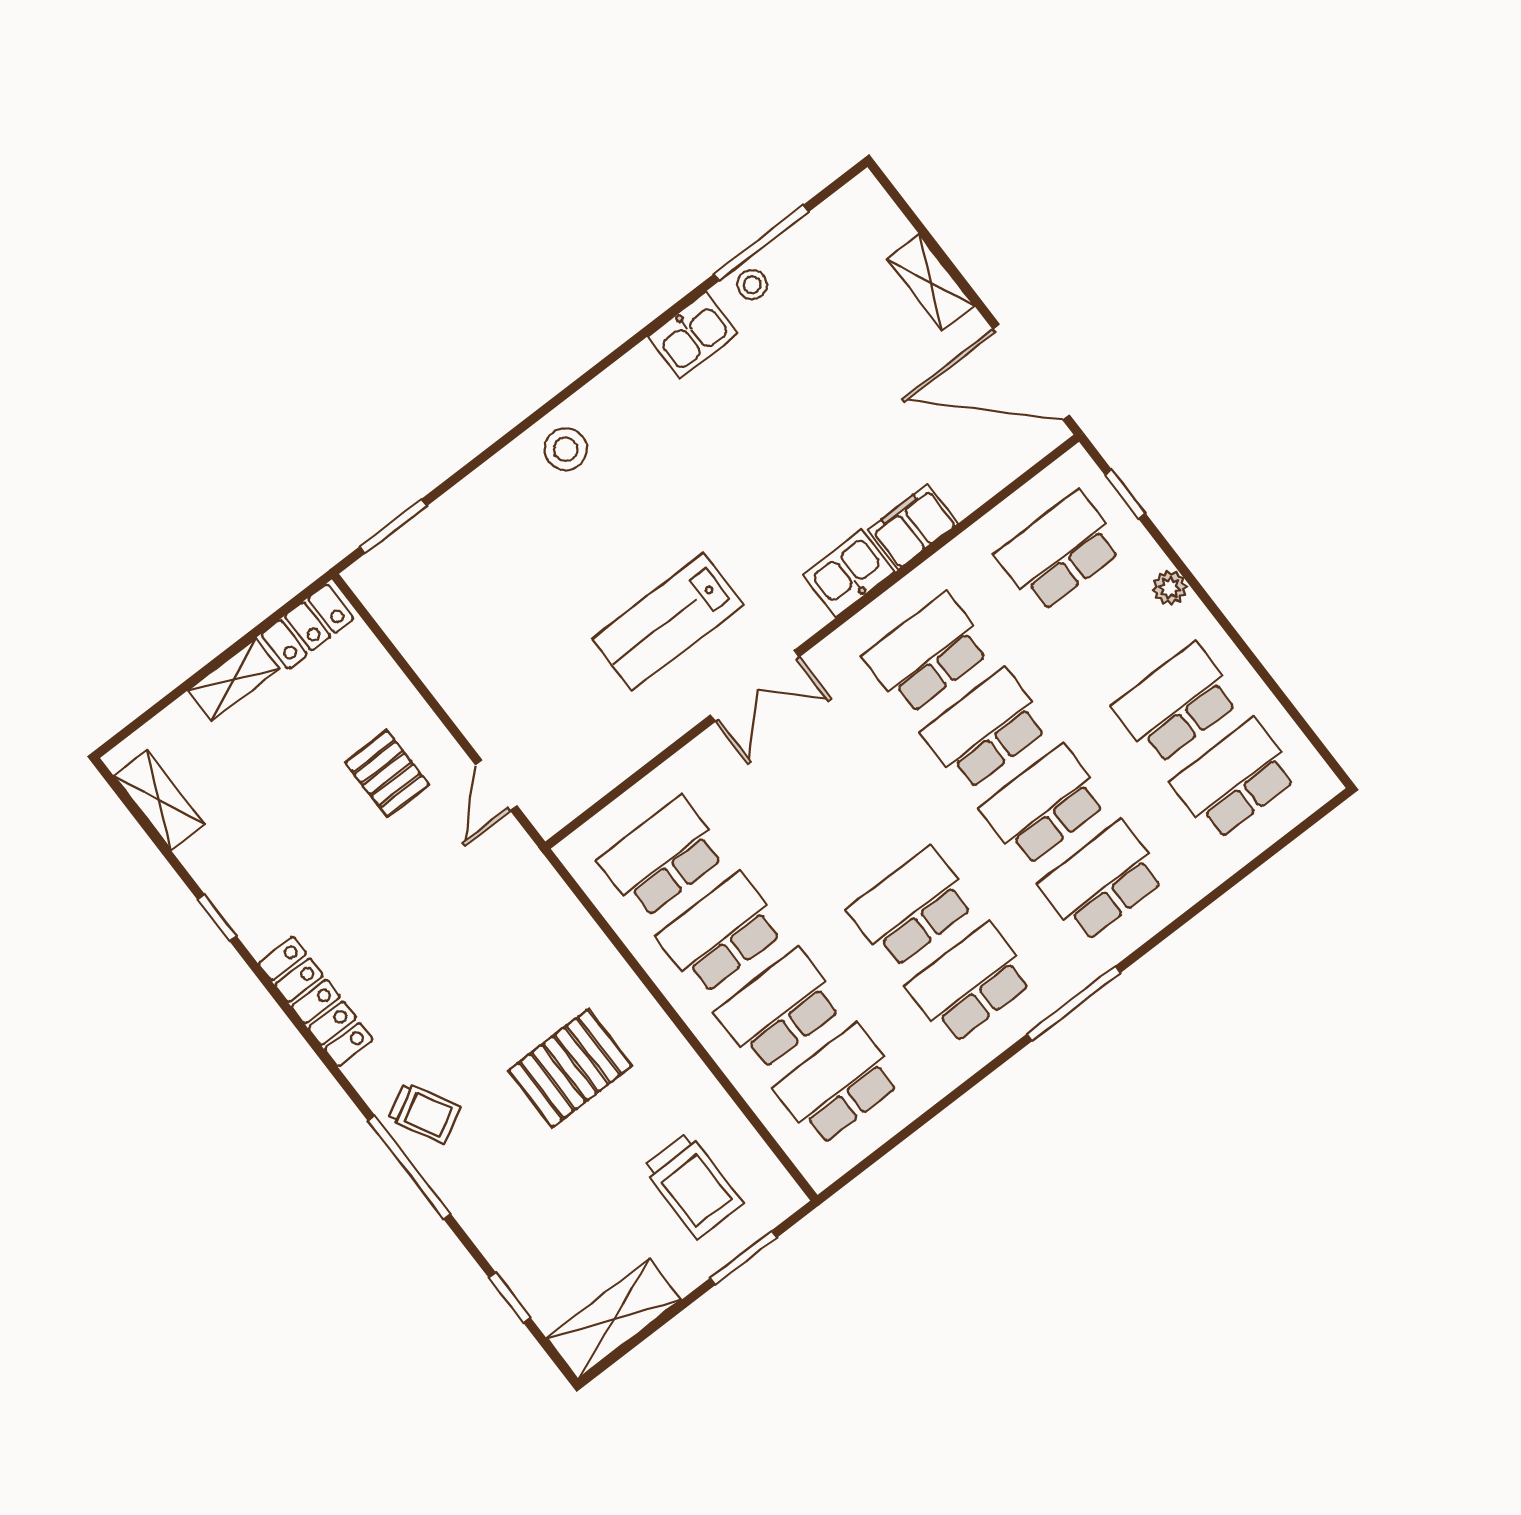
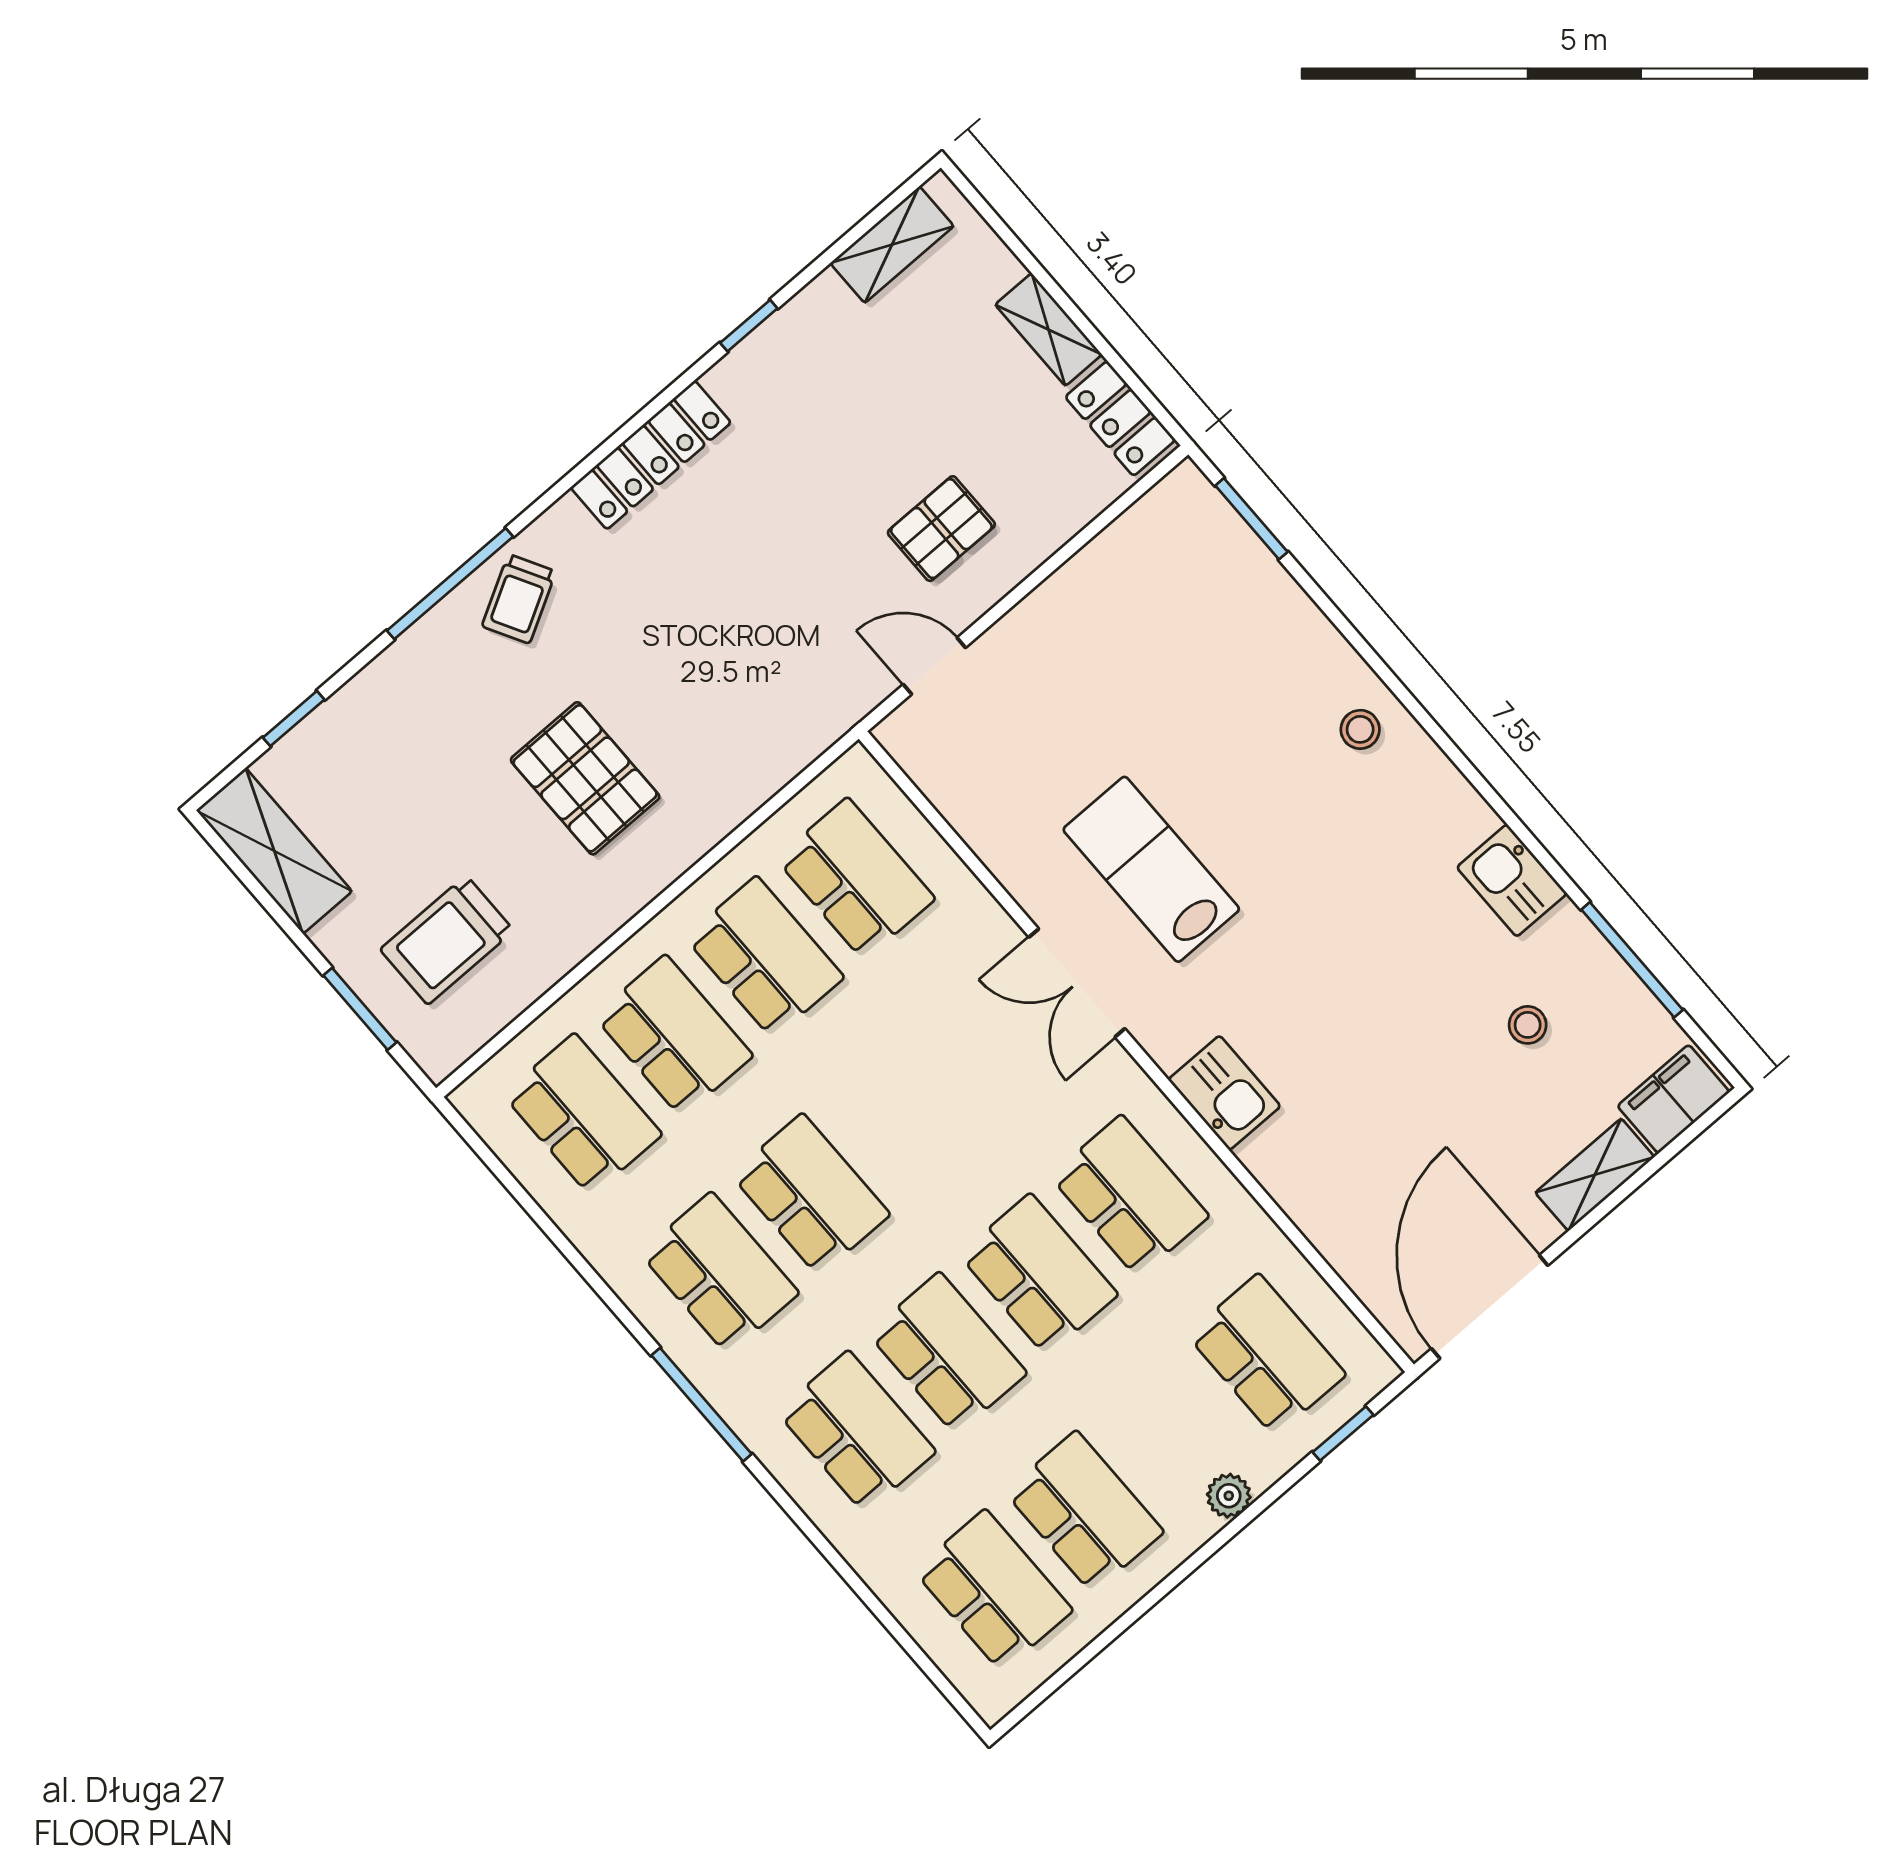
stool: (752, 285) -> (1528, 1025), moved
stool: (566, 449) -> (1360, 729), width x0.73, depth x0.73
filing cabinet: (913, 527) -> (1673, 1099), moved, turned -90

